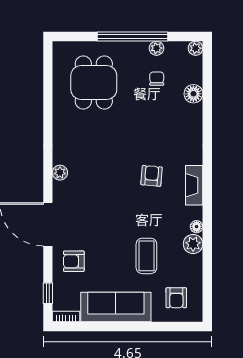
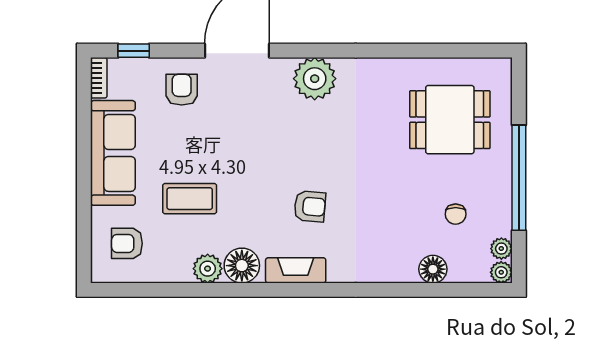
plant: (156, 48) -> (501, 249), moved
chair: (157, 79) -> (456, 214), turned 90
plant: (60, 173) -> (315, 79), width x1.88, depth x1.88
floor lamp: (197, 227) -> (242, 266), width x1.89, depth x1.89

